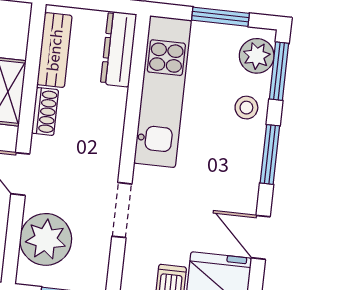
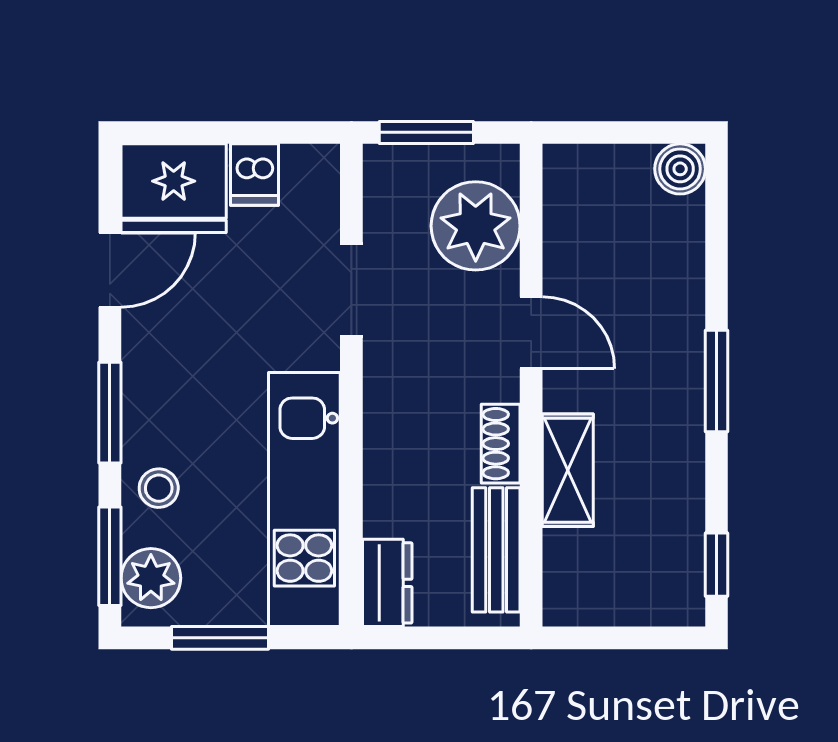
dresser: (119, 49) -> (387, 583), width x0.70
door: (261, 237) -> (110, 270), hinge flipped

